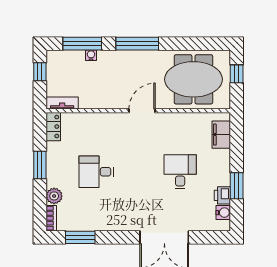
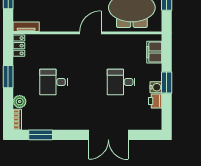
desk: (180, 172) -> (121, 82), turned -90
window: (237, 186) -> (167, 82), moved
water cooler: (223, 213) -> (156, 87), moved

